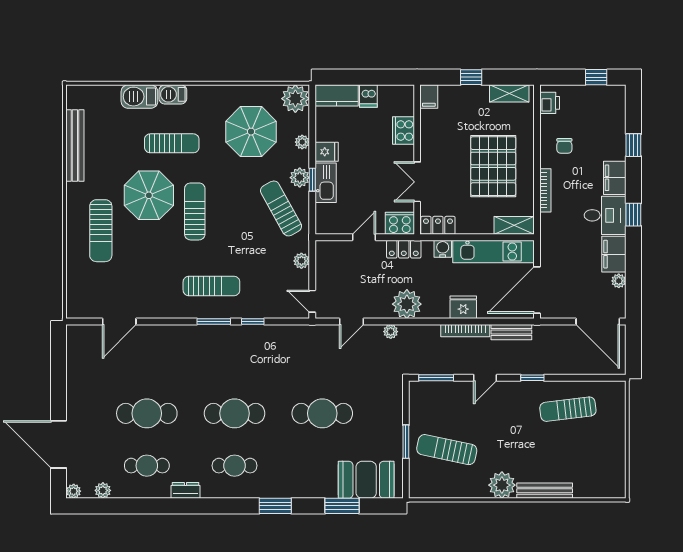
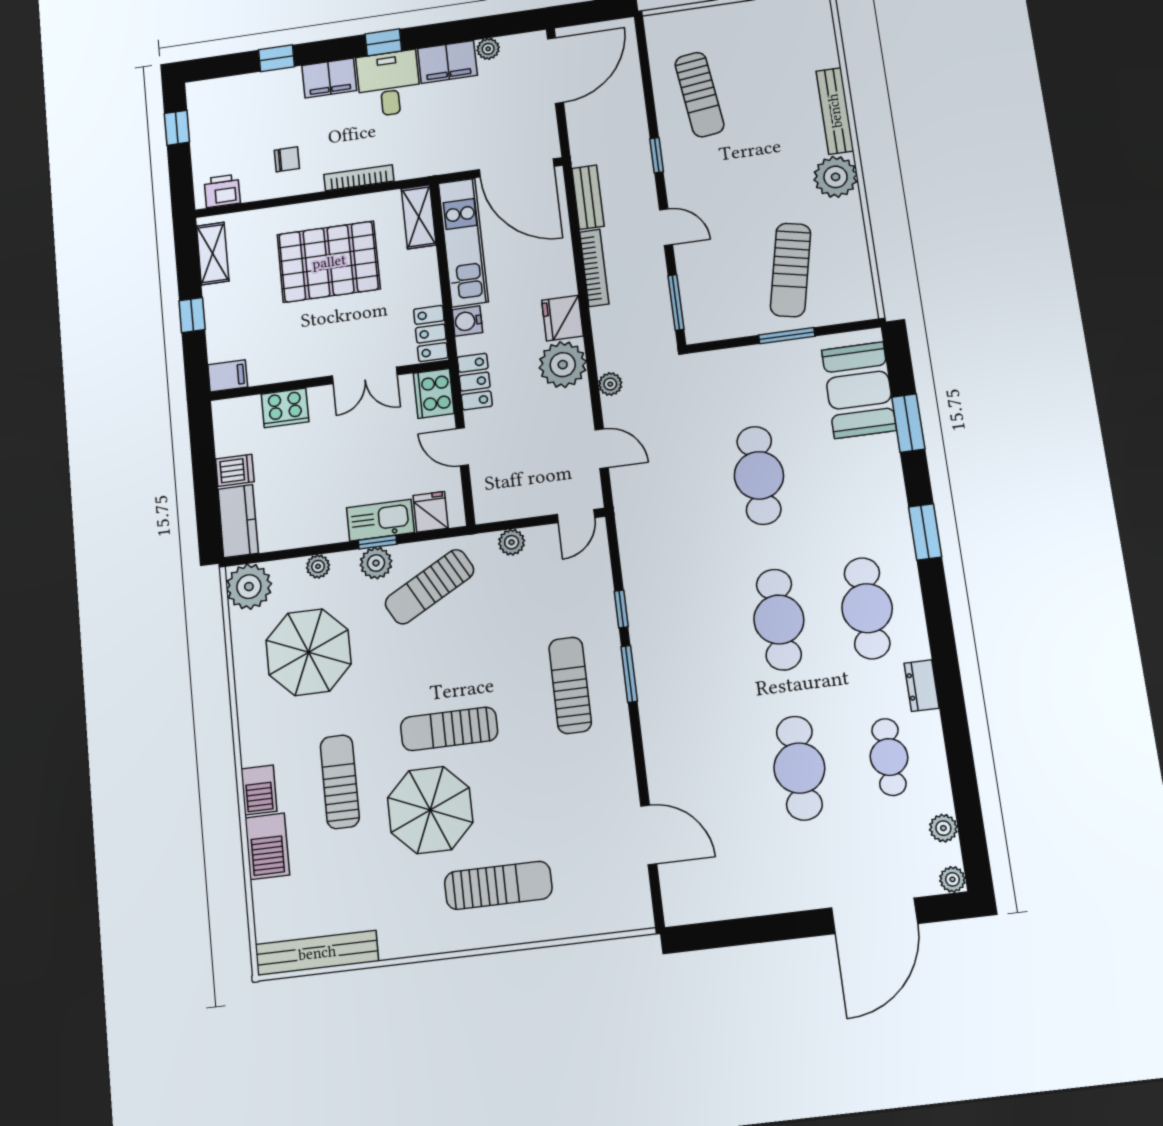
bench: (75, 145) -> (317, 953), moved
fridge: (327, 152) -> (431, 512), moved
fridge: (463, 307) -> (562, 318), moved
cafe table: (235, 466) -> (867, 608), width x1.37, depth x1.35

